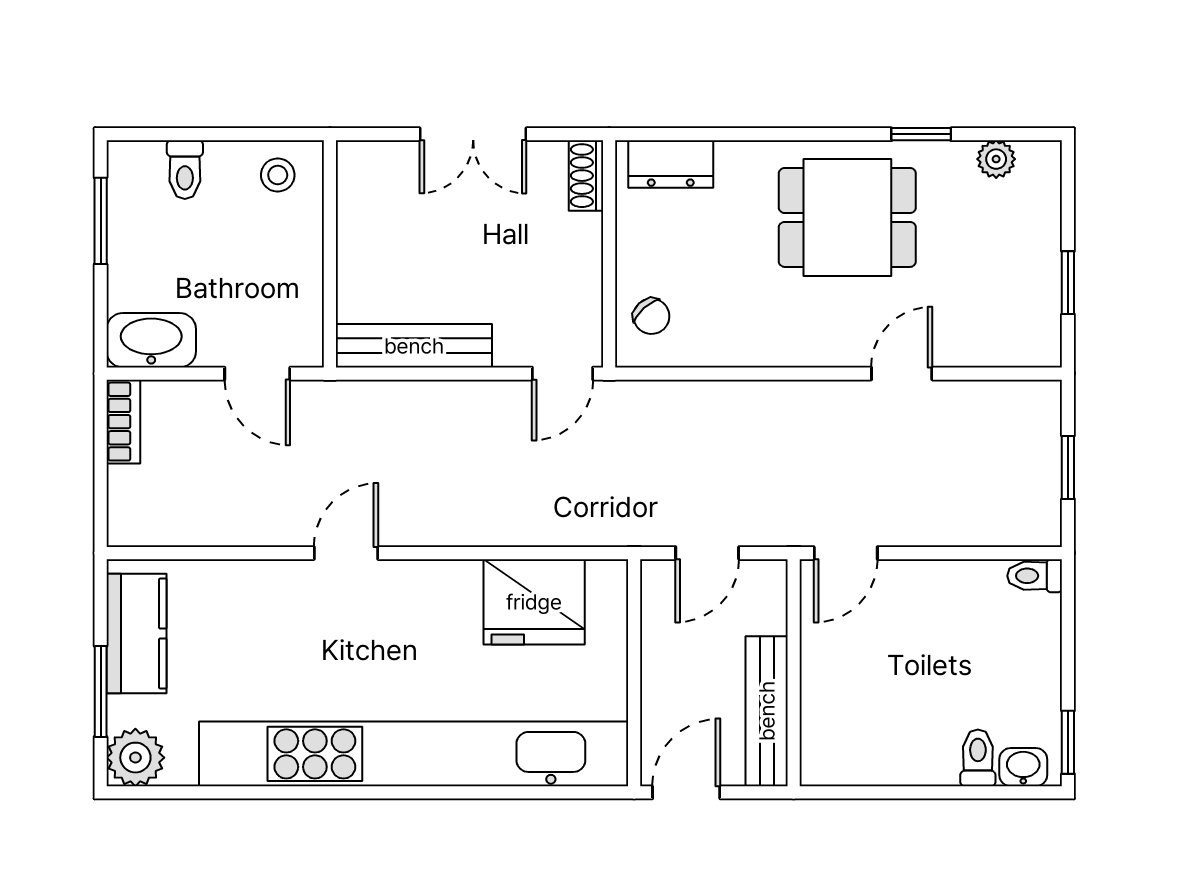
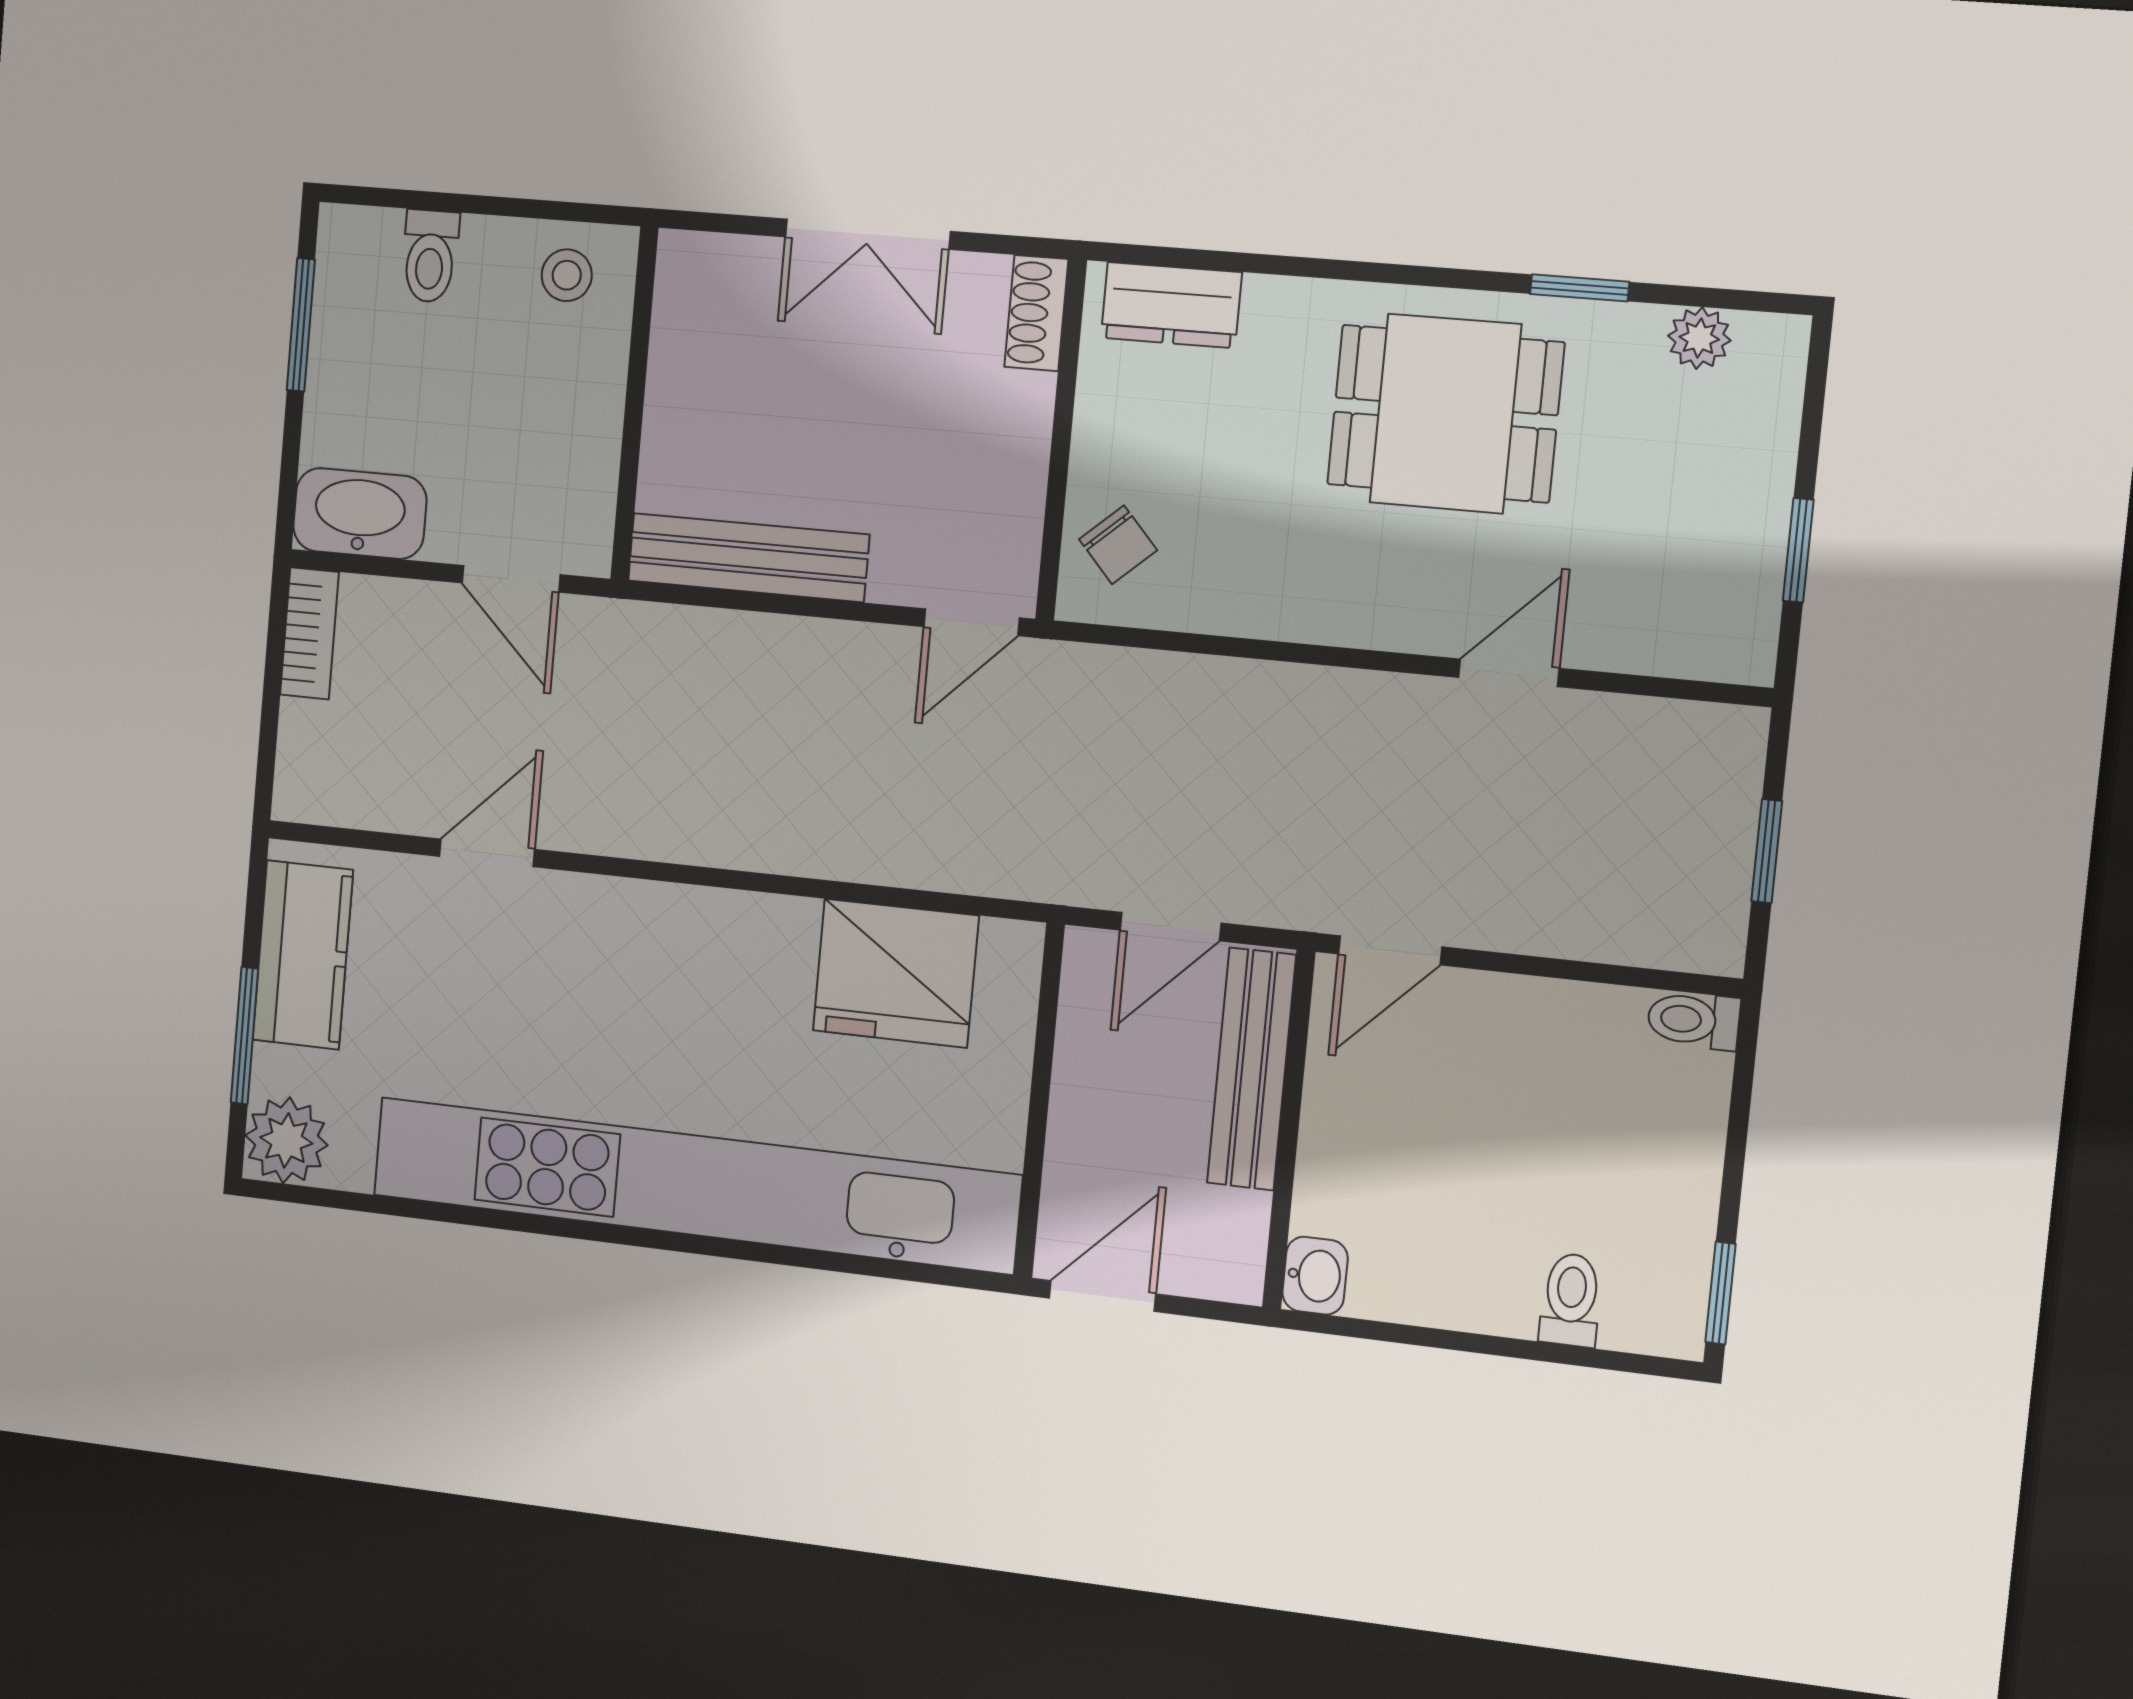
door: (346, 553) -> (487, 853), moved
bench: (767, 711) -> (1251, 1069), moved
washbasin: (1023, 767) -> (1315, 1276), moved, turned 90

